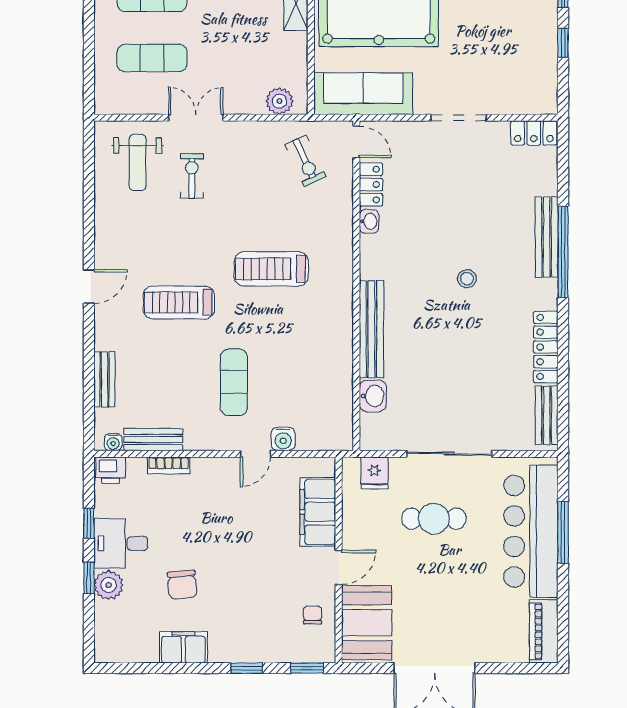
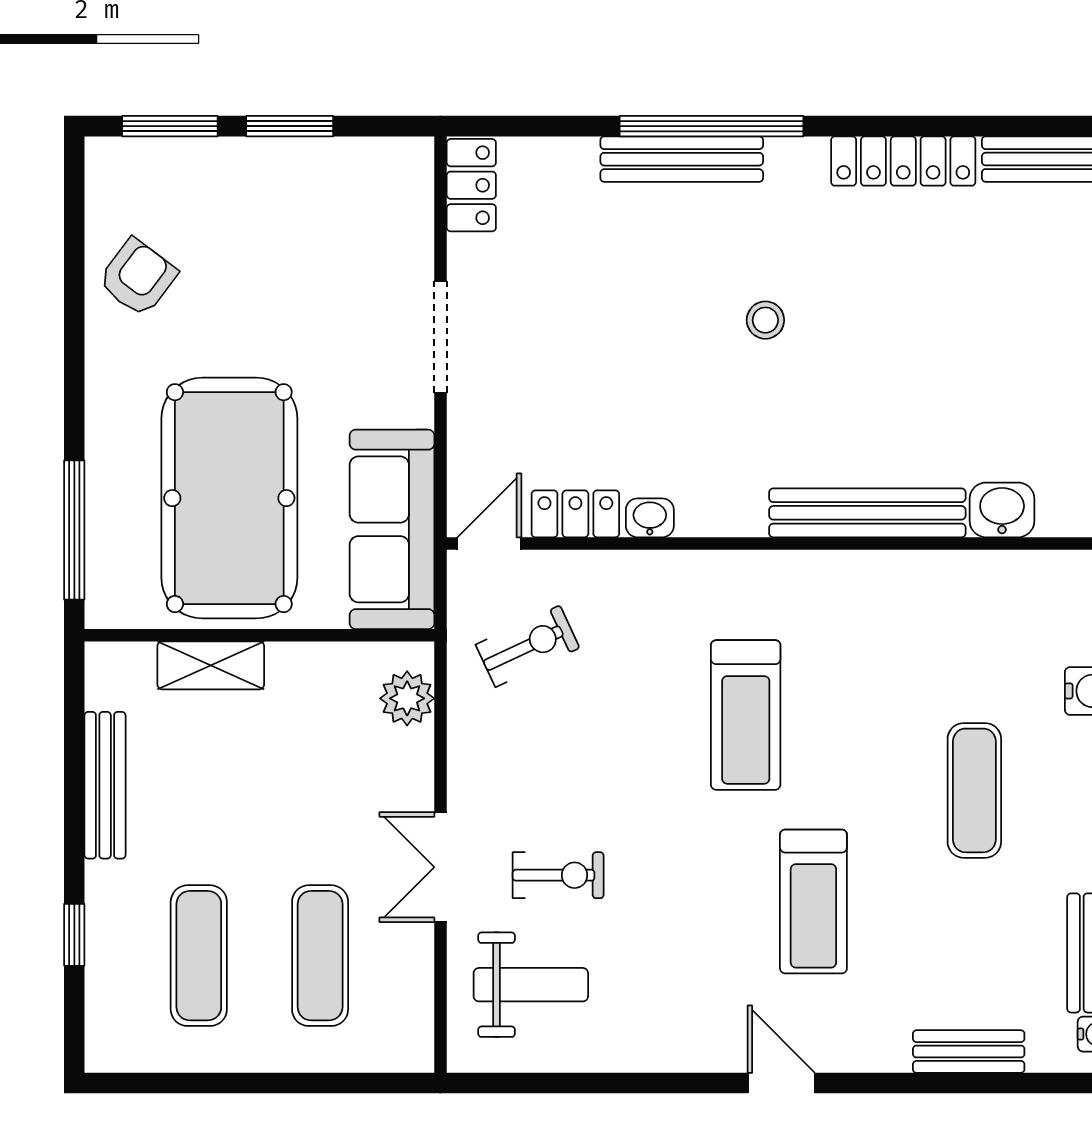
window: (563, 43) -> (290, 126), width x1.50
exercise bike: (192, 176) -> (558, 875), turned 180
exercise mat: (234, 382) -> (974, 790), turned 90

